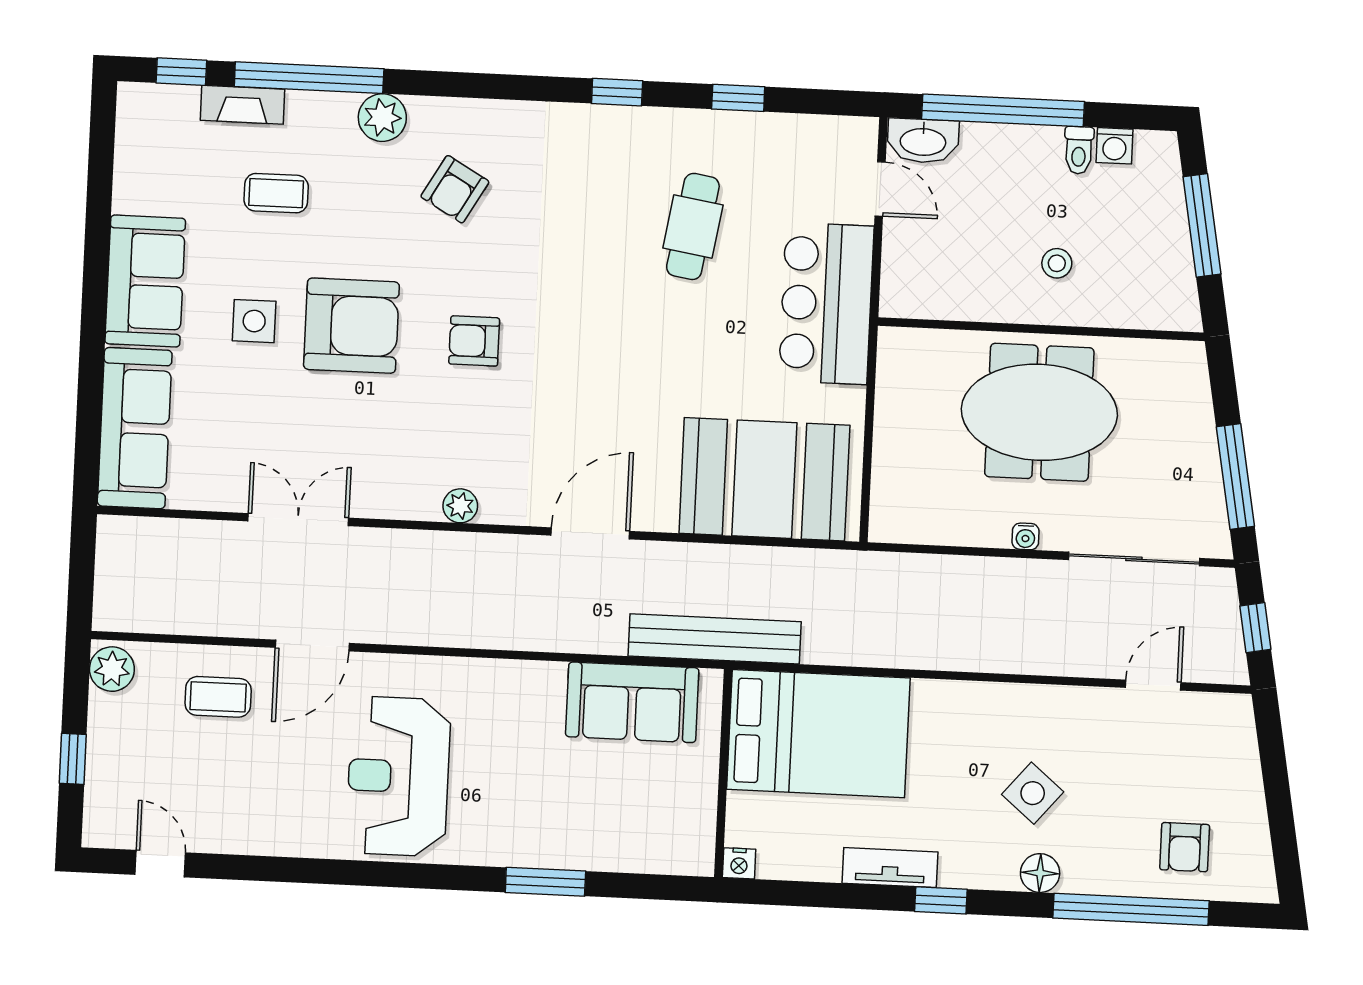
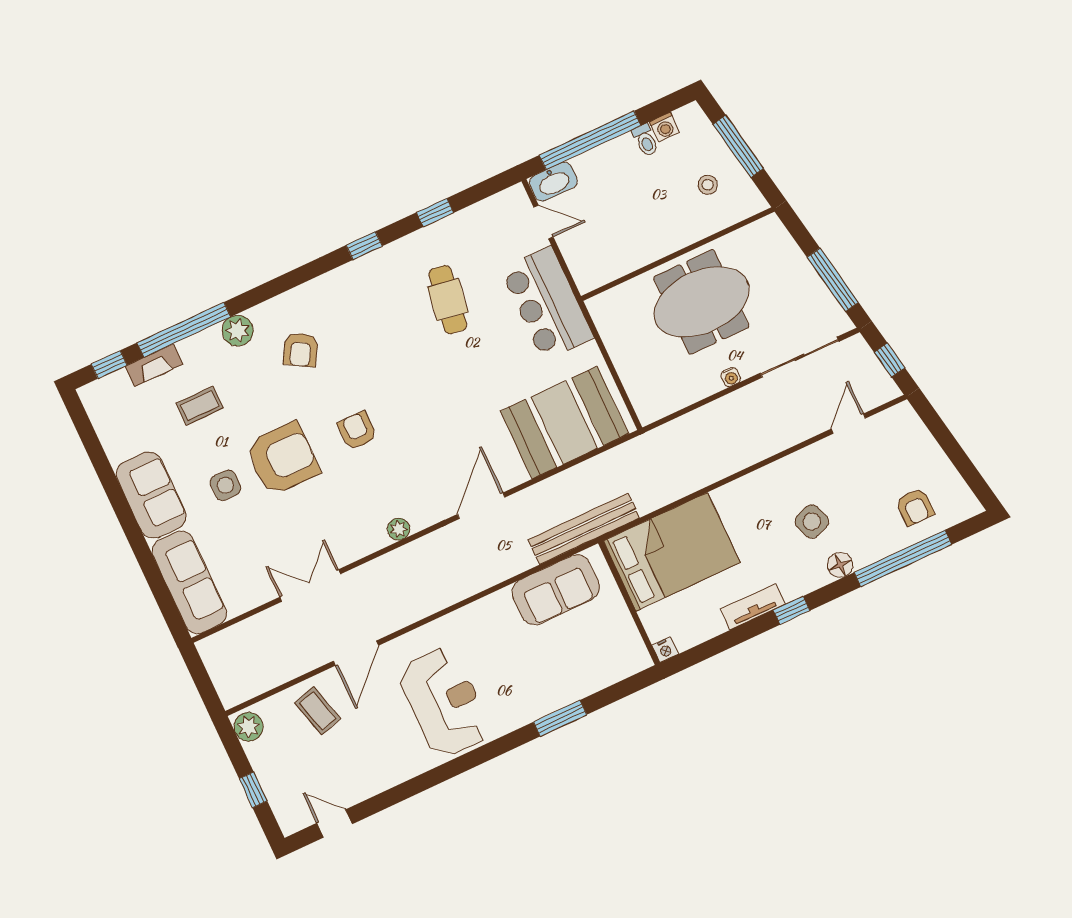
stool: (1057, 263) -> (708, 185), moved
armchair: (474, 341) -> (357, 431), turned 90
coffee table: (218, 697) -> (318, 711), turned 75
reception desk: (398, 776) -> (444, 702), turned 180
side table: (1033, 793) -> (812, 522), turned 30

